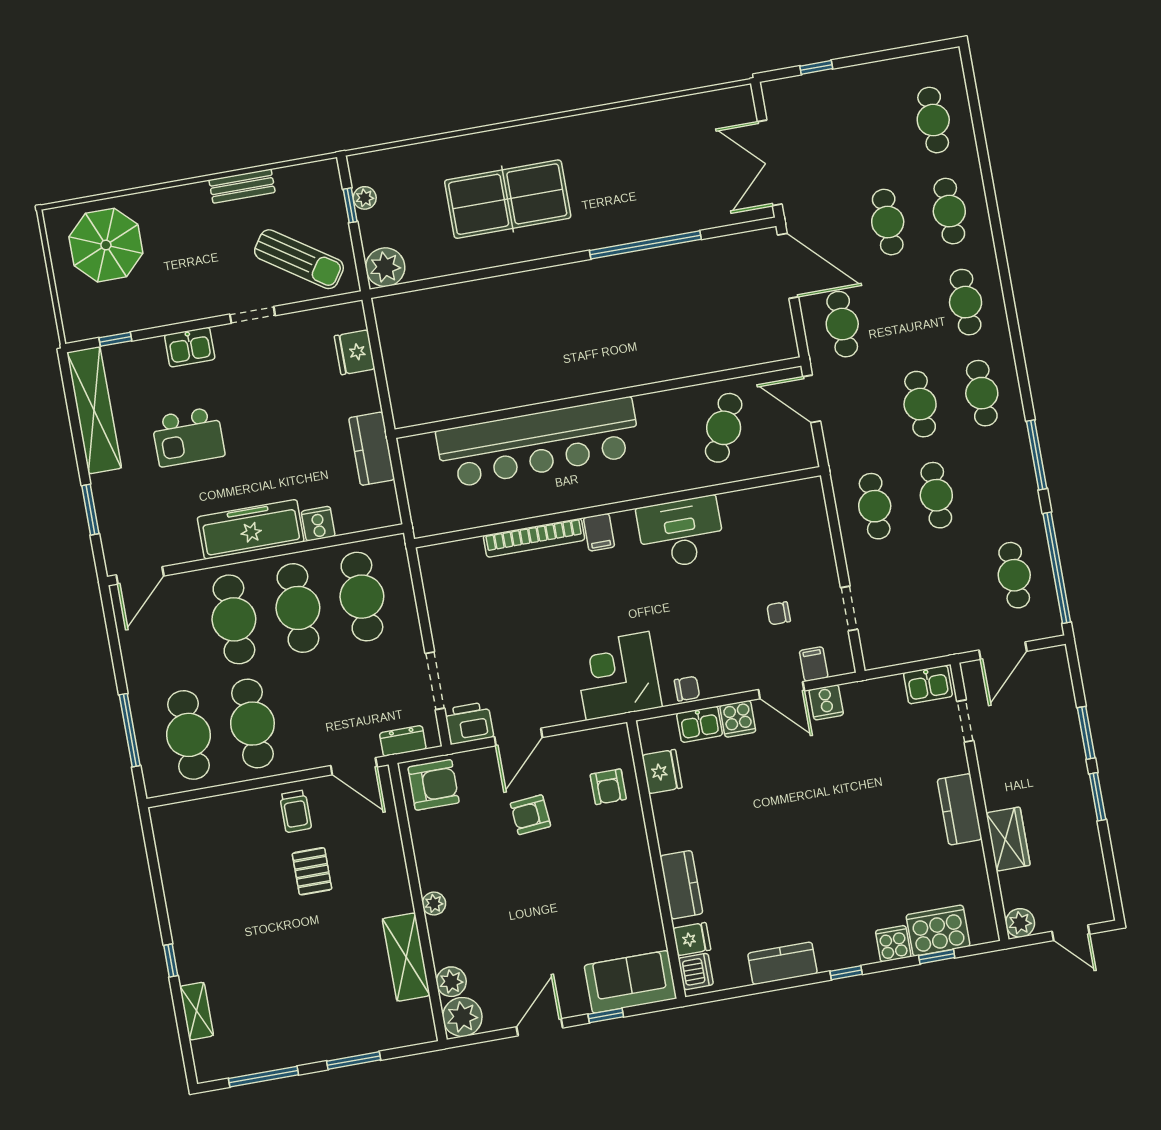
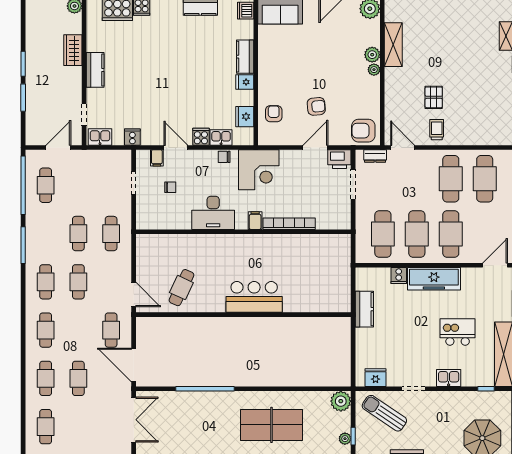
fridge: (355, 352) -> (376, 378), moved, turned -90
bar counter: (538, 443) -> (254, 297), width x0.54
wall: (617, 507) -> (243, 232), moved
filing cabinet: (599, 532) -> (255, 221), moved
desk: (681, 533) -> (213, 213), moved
bookcase: (534, 538) -> (289, 224), moved
cooker: (826, 702) -> (132, 137), moved
fridge: (692, 939) -> (245, 82), moved
plant: (451, 982) -> (372, 55), moved

